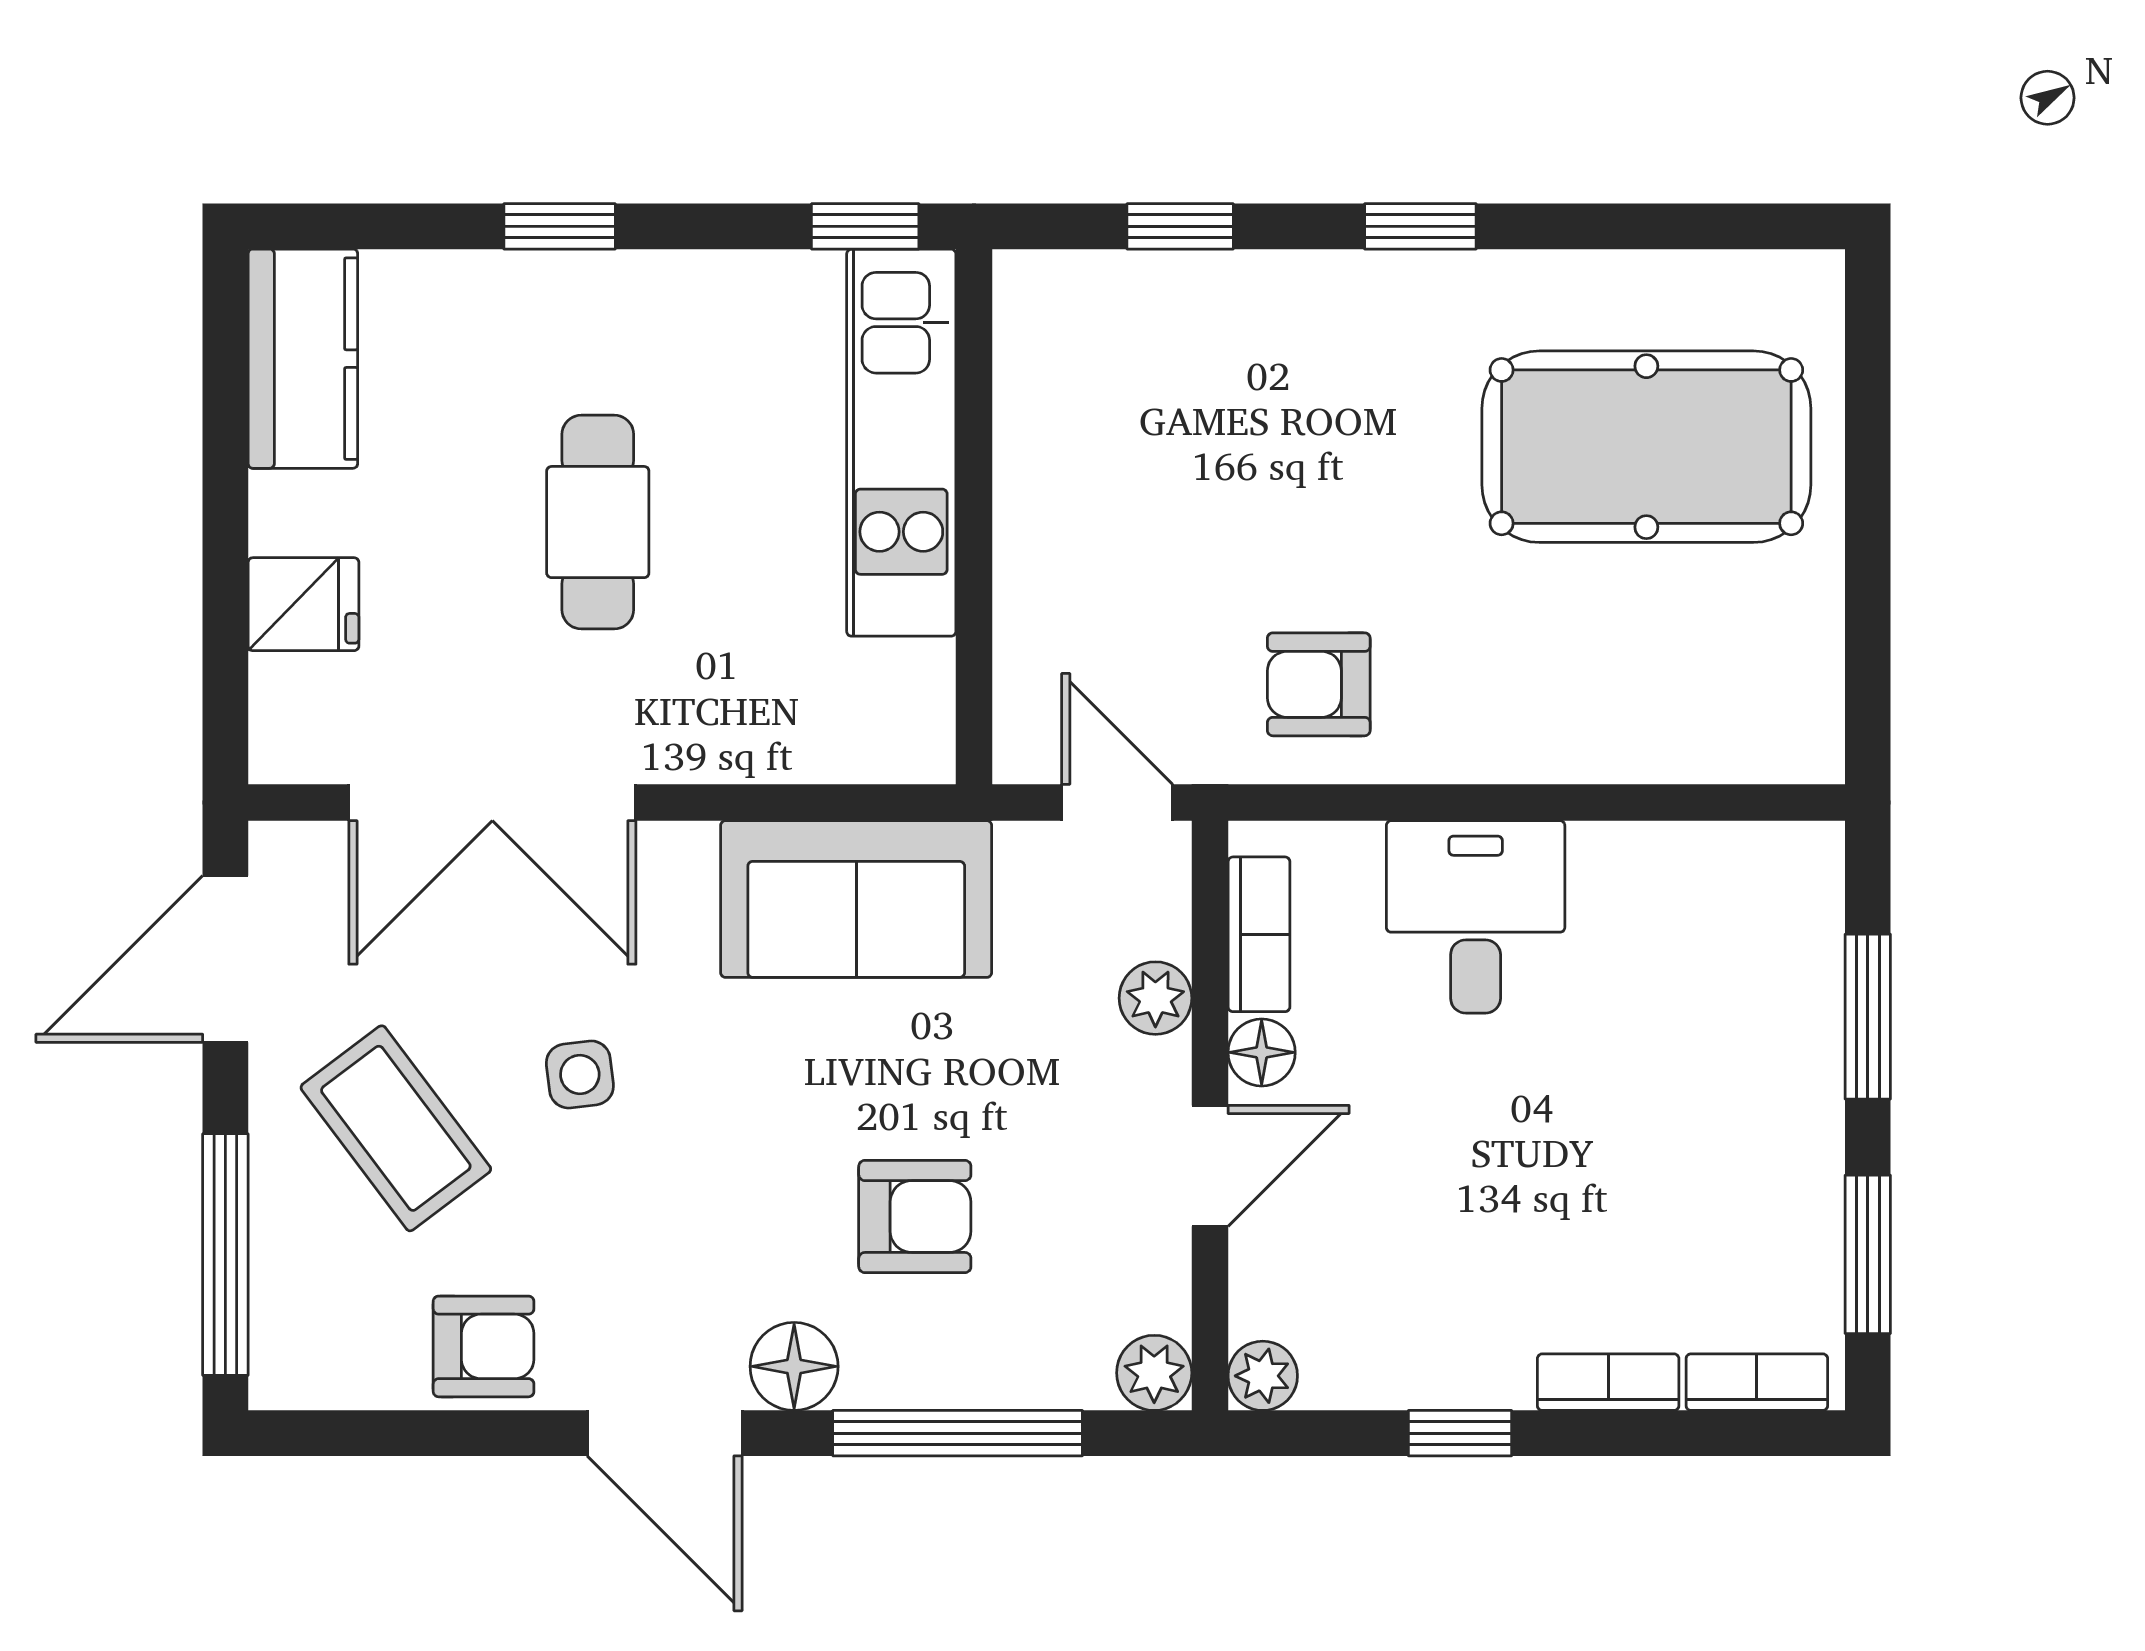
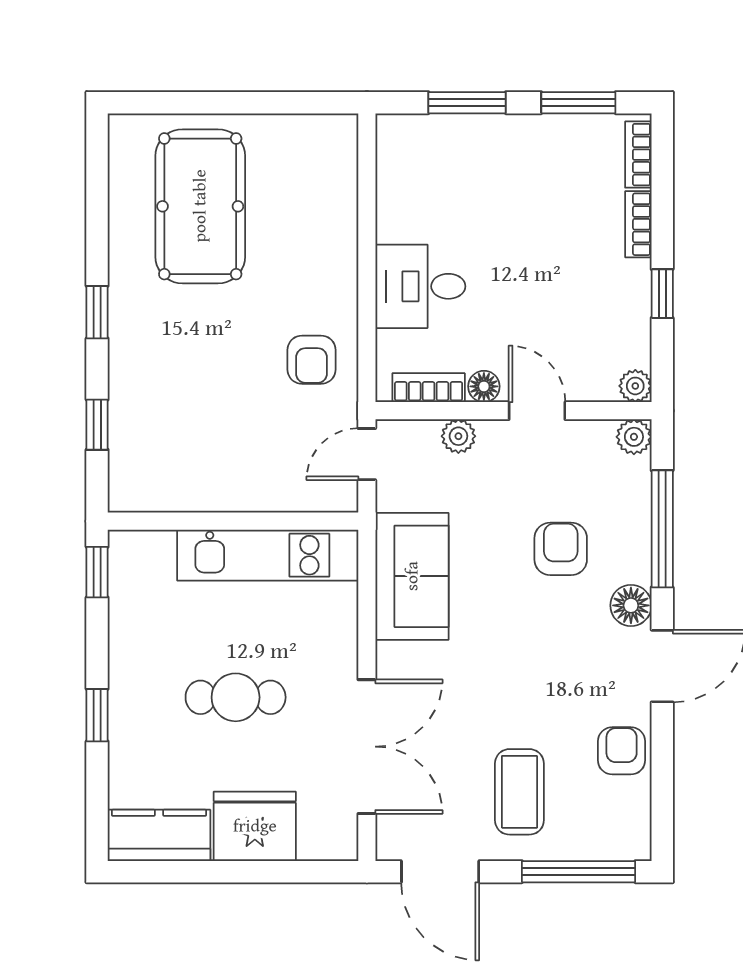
kitchen unit: (901, 443) -> (268, 555), moved
fridge: (303, 604) -> (255, 826), width x1.88, depth x1.34
side table: (580, 1074) -> (494, 706), removed
coffee table: (396, 1128) -> (519, 792), turned -53

